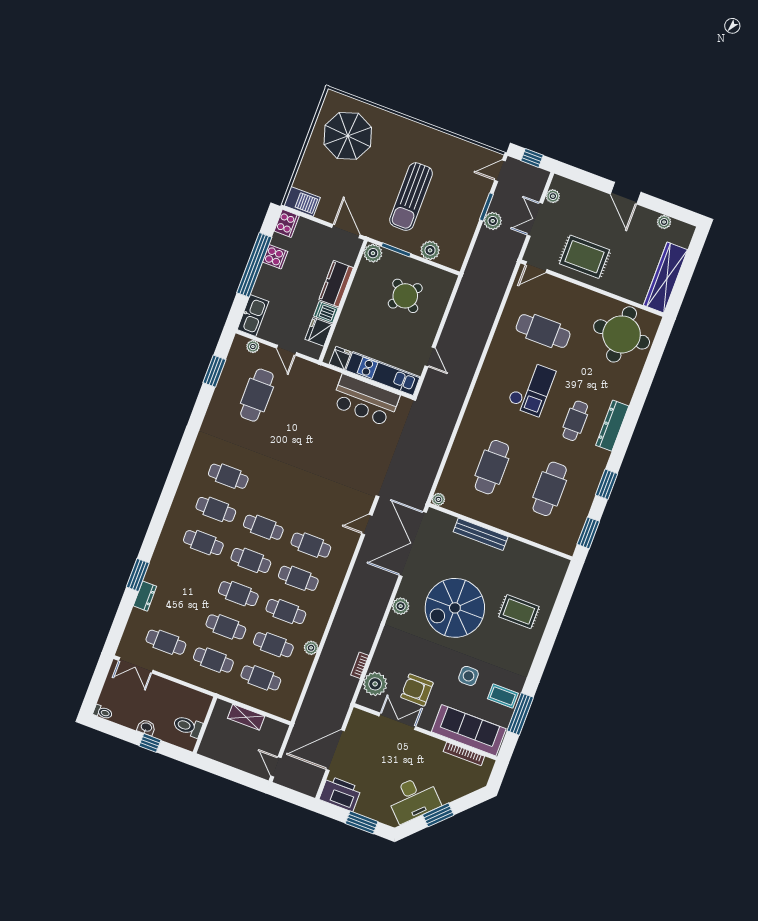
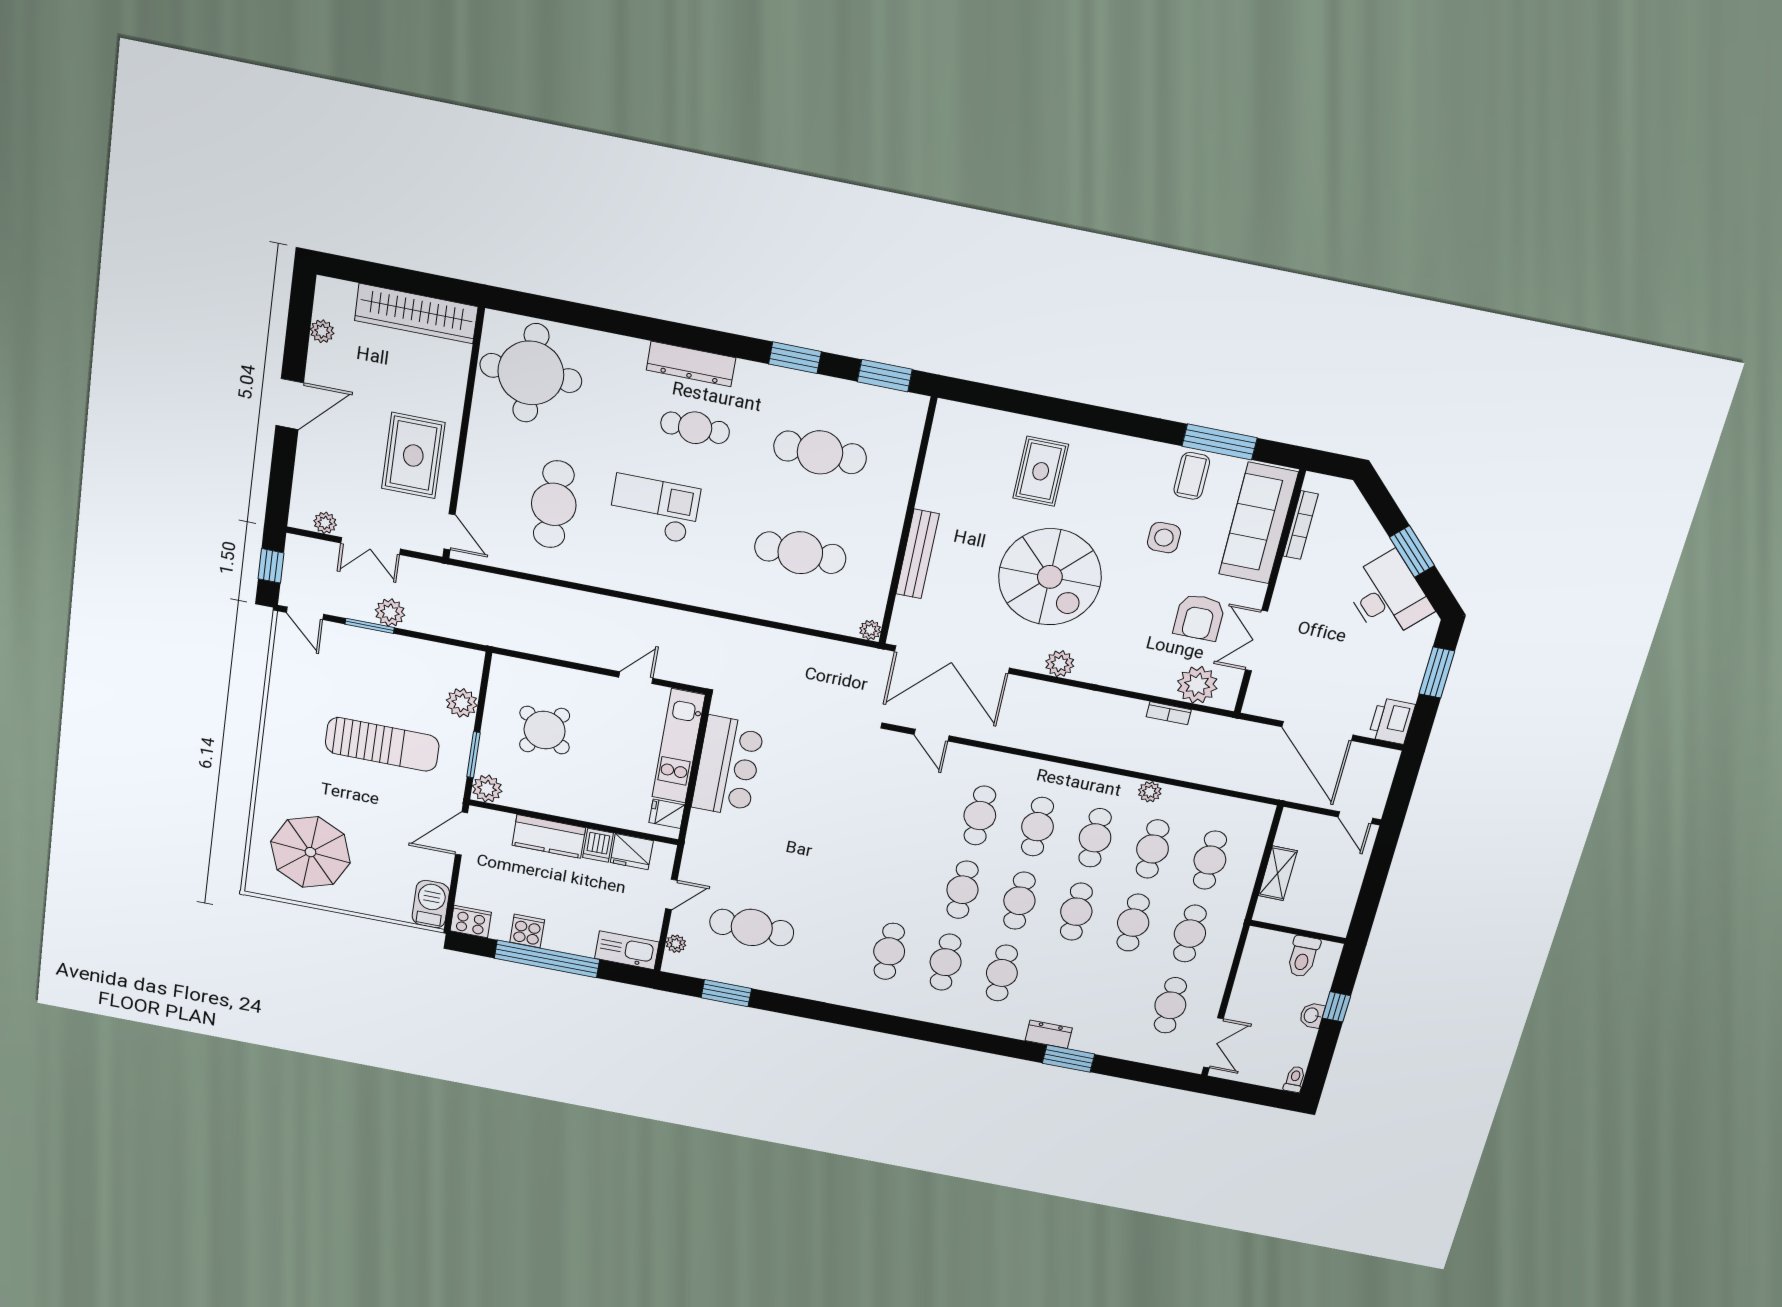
dresser: (145, 596) -> (1049, 1034), moved
door: (276, 767) -> (1355, 818), hinge flipped
printer: (340, 794) -> (1392, 721), width x0.73, depth x0.84

